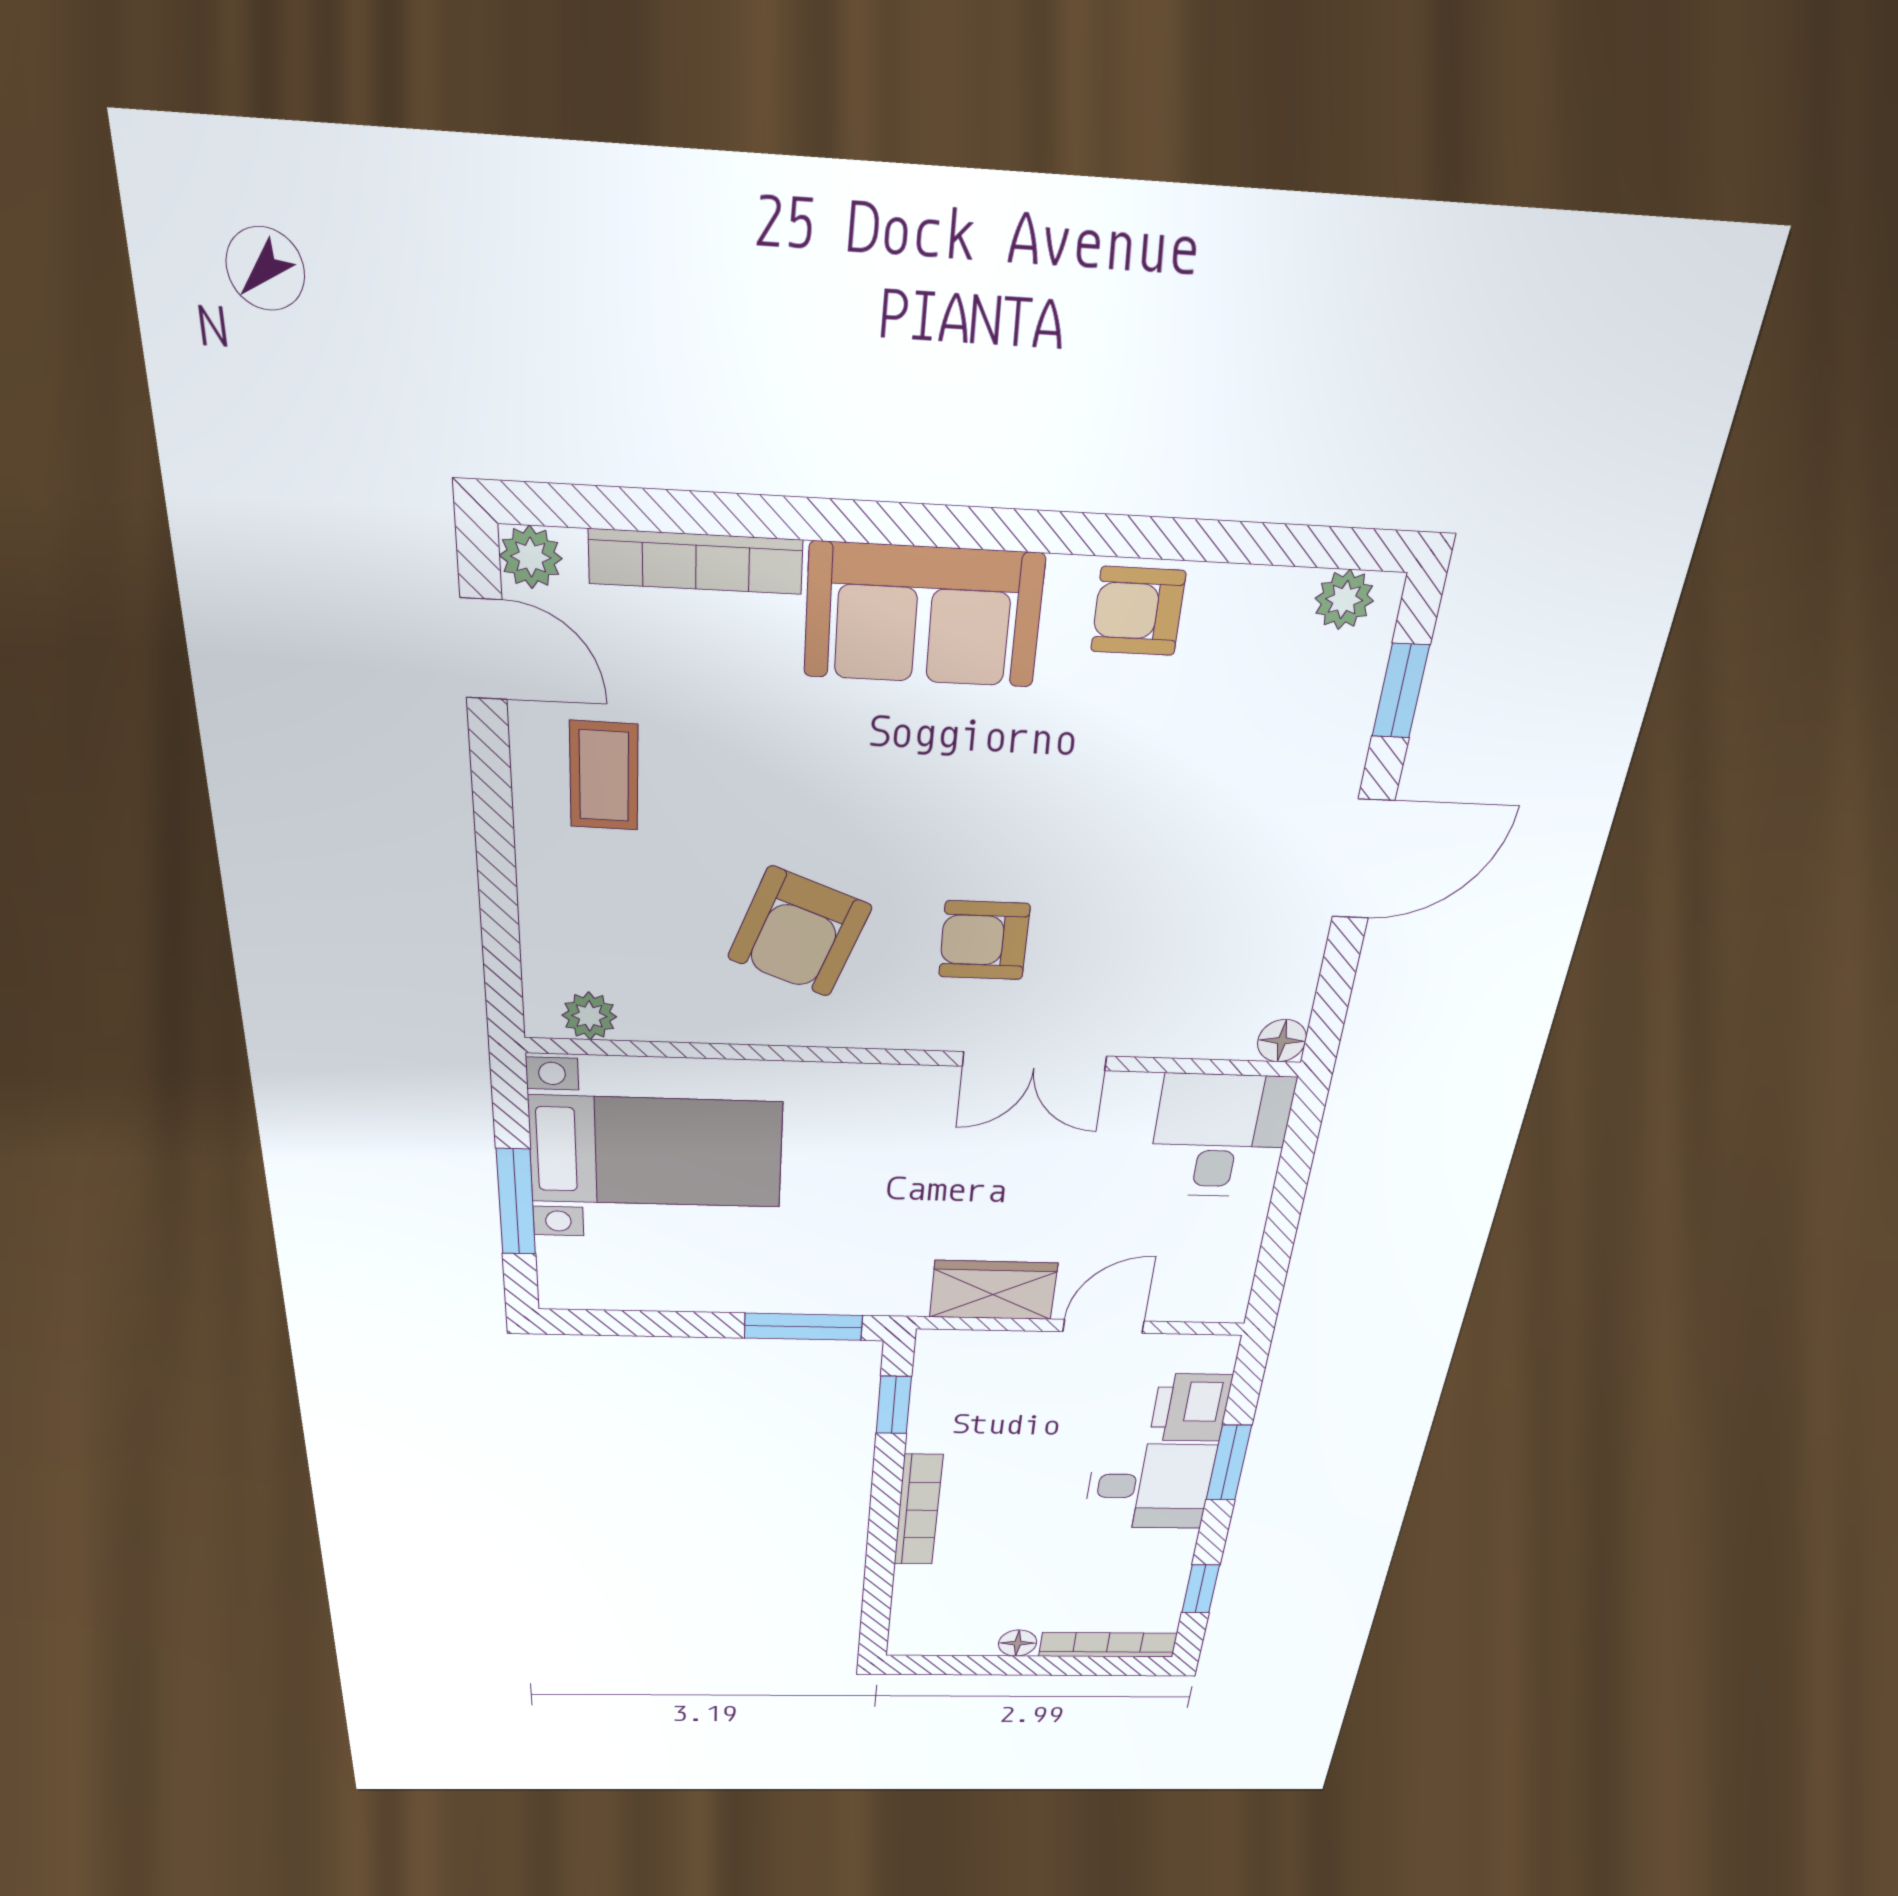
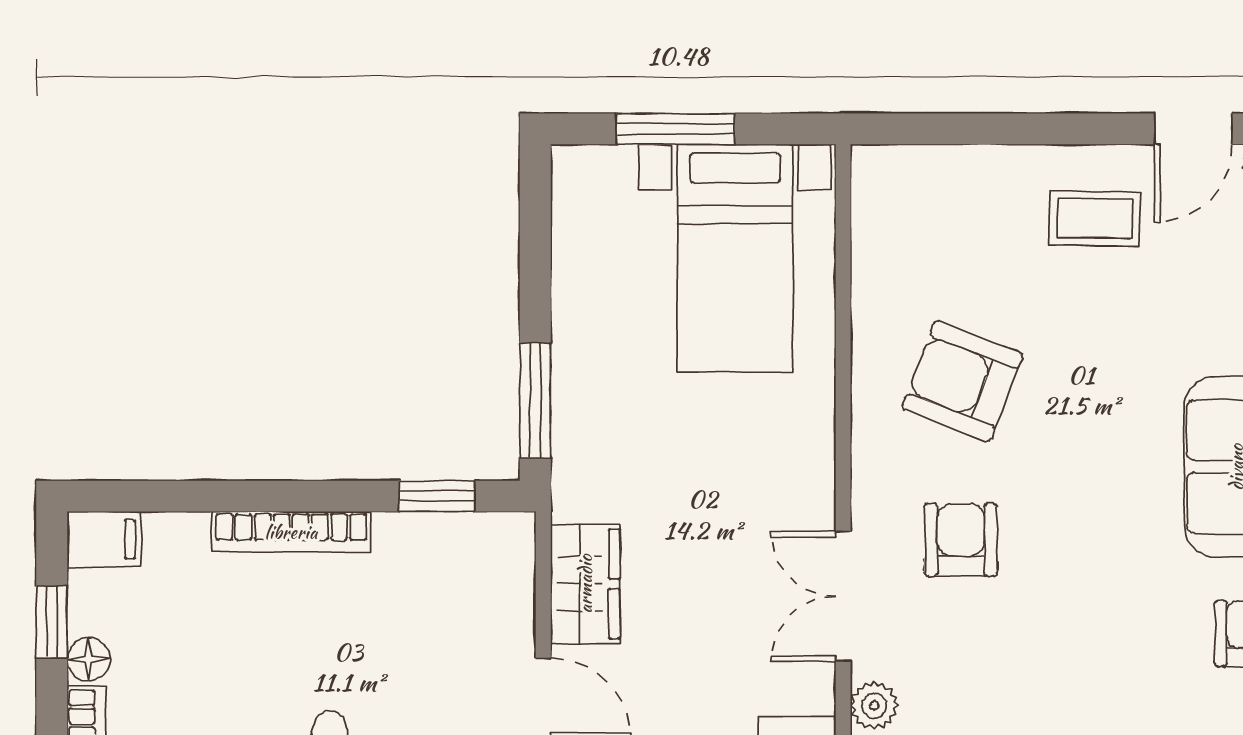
plant: (589, 1016) -> (874, 706), moved
filing cabinet: (913, 1633) -> (104, 539), added
window: (982, 1665) -> (52, 622), added

